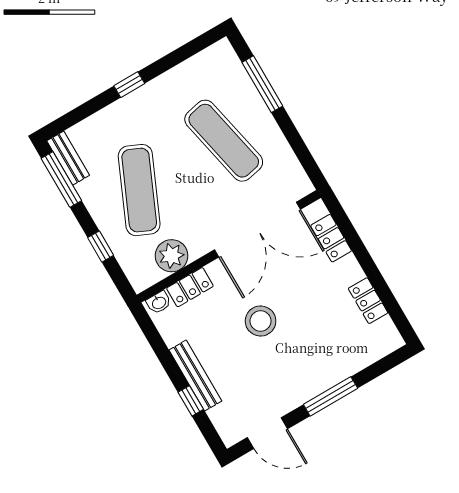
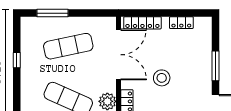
window: (129, 85) -> (17, 60), moved
locker: (331, 238) -> (142, 23), width x1.53

